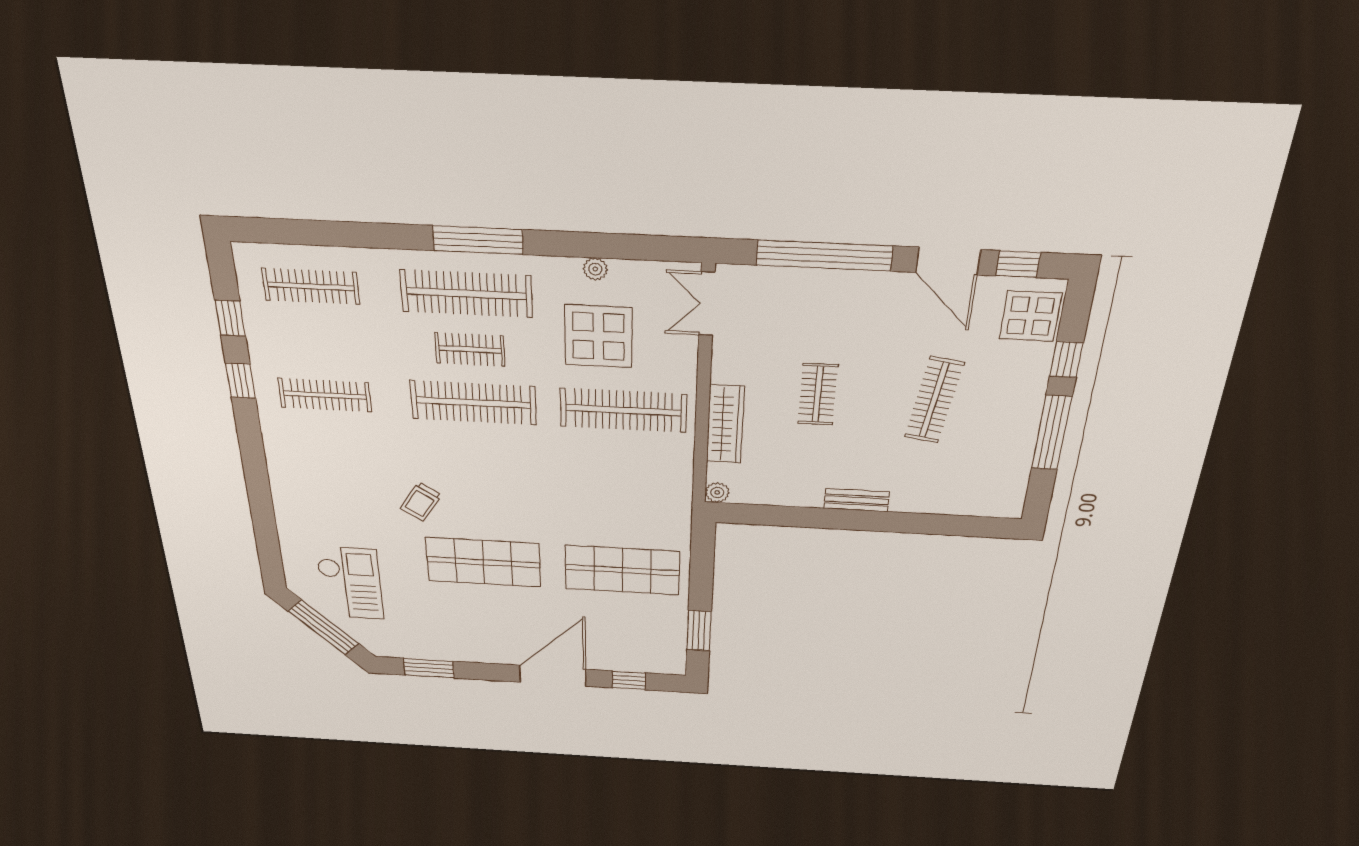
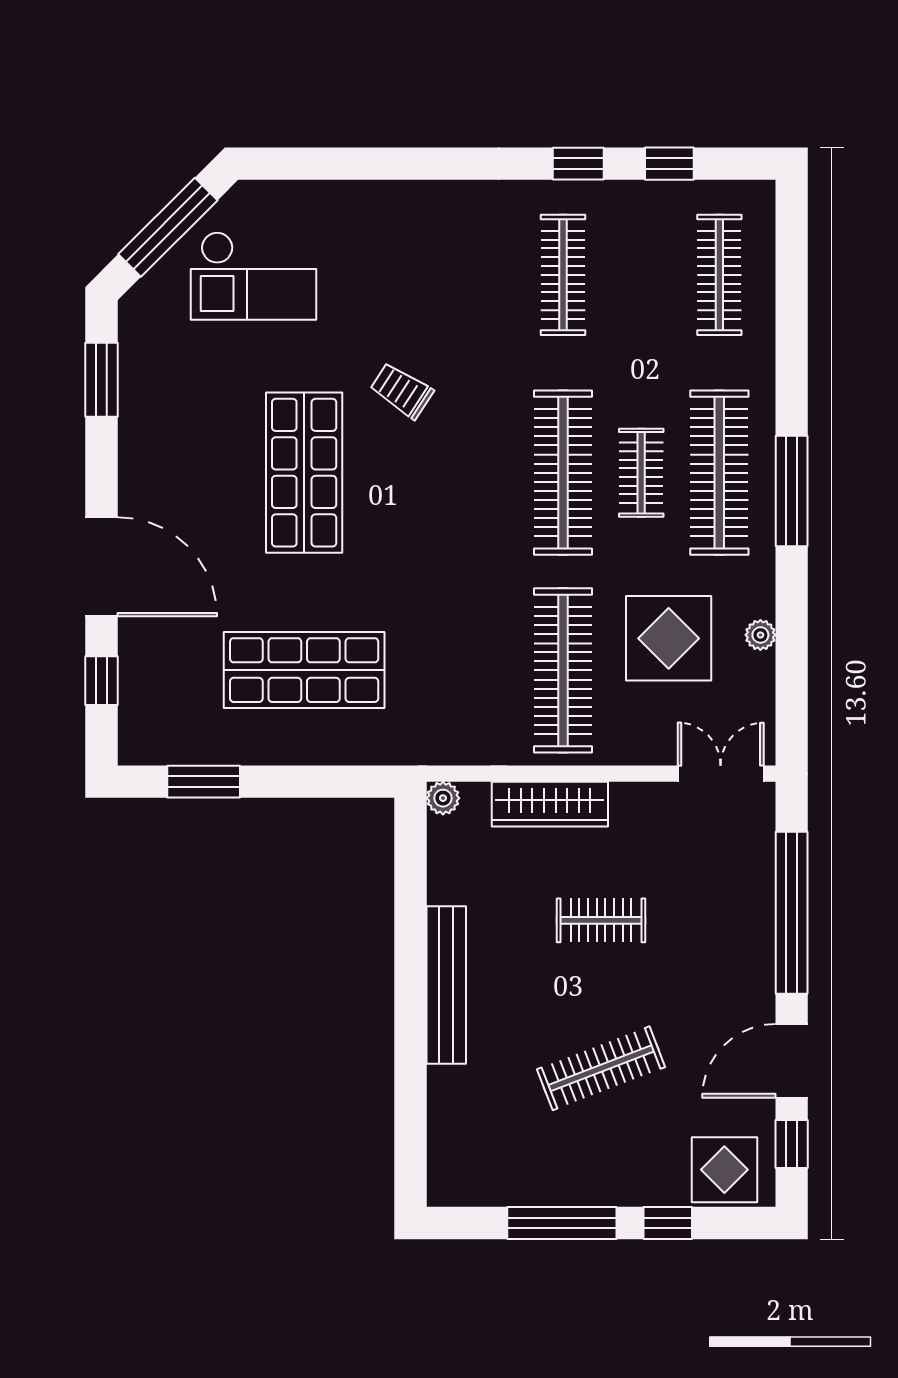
clothes rail: (934, 400) -> (601, 1068), turned -30
bench: (856, 500) -> (446, 985), width x1.86, depth x1.21
shop shelf: (622, 570) -> (304, 670), turned 90

